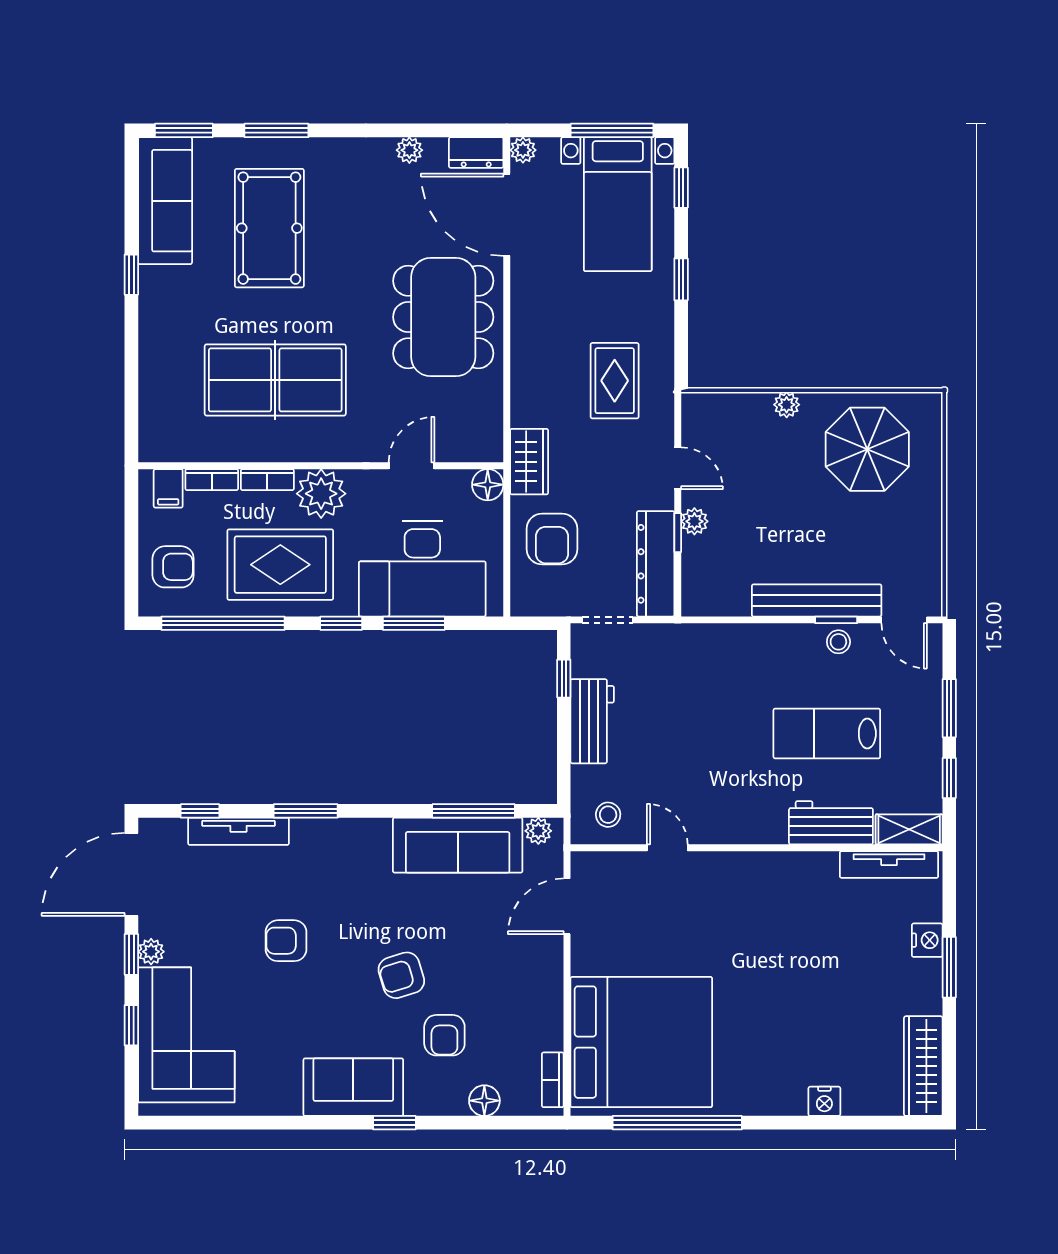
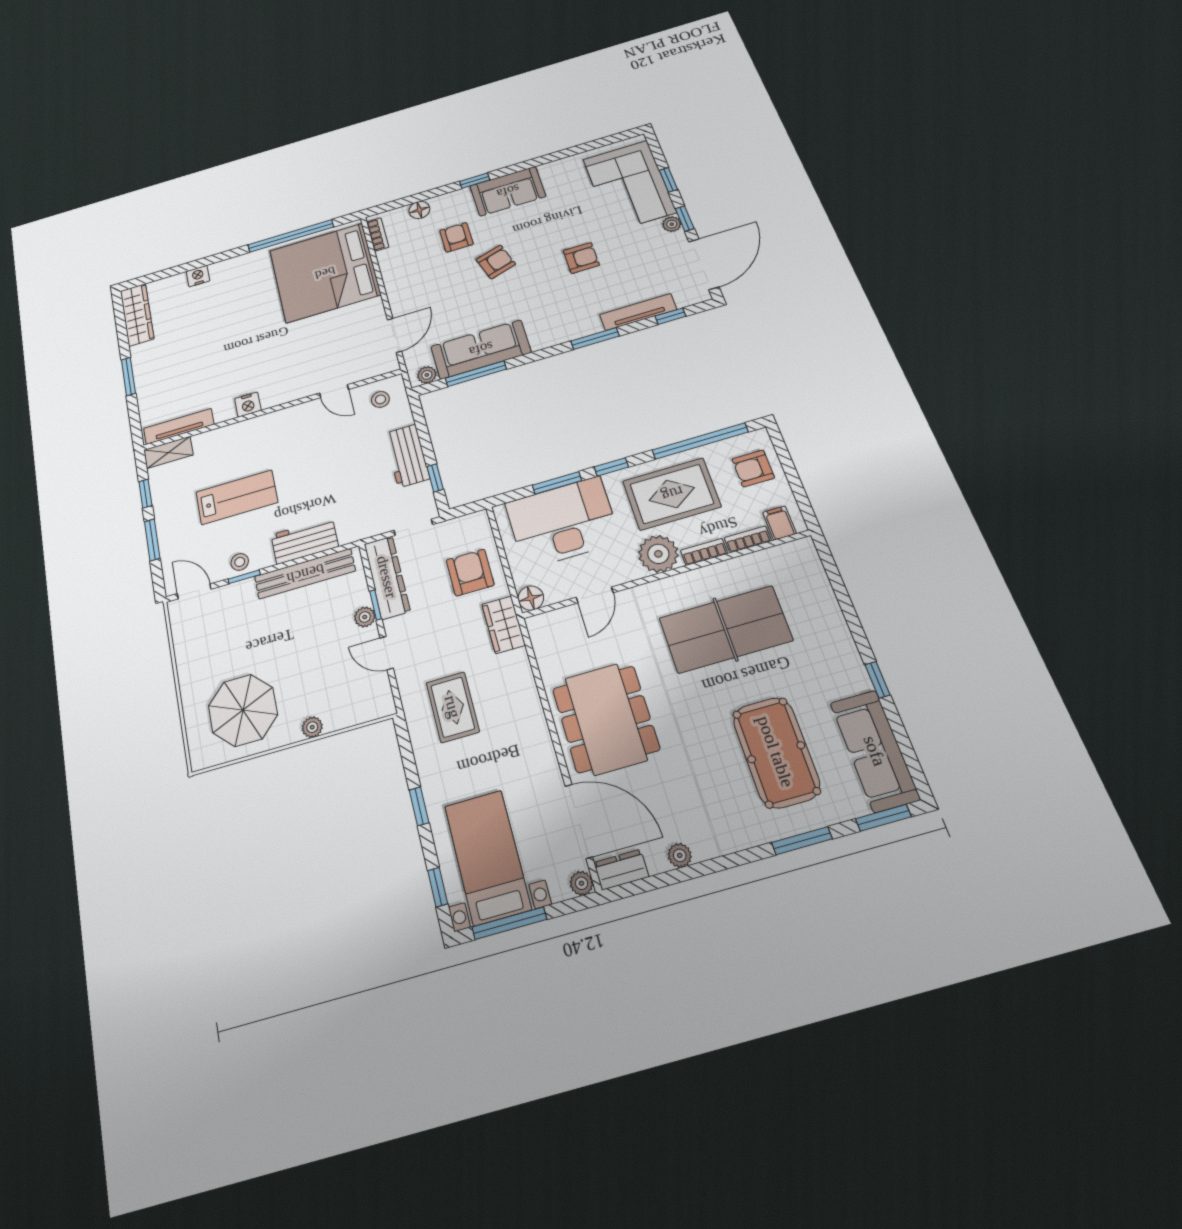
bench: (817, 600) -> (305, 574), moved
workbench: (831, 823) -> (305, 541), moved, turned 180
nightstand: (927, 940) -> (248, 405), moved, turned -90

